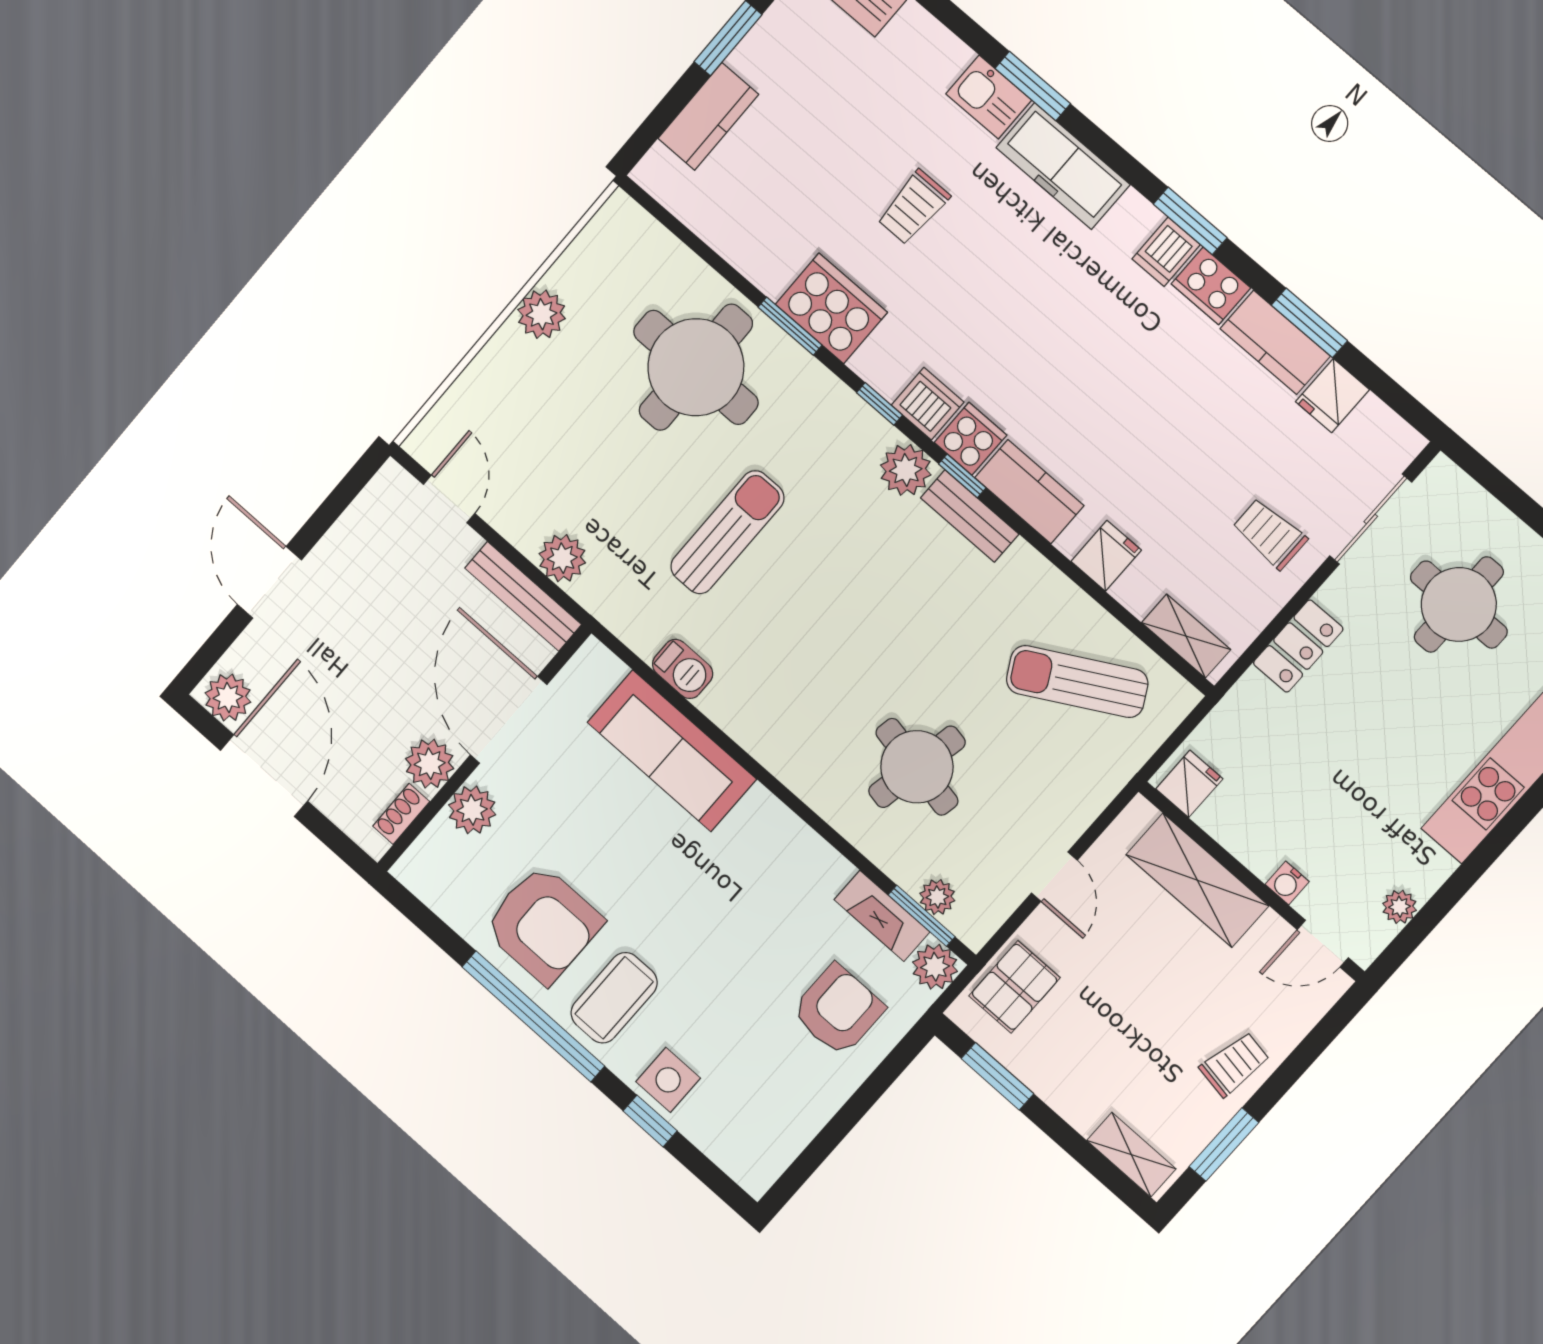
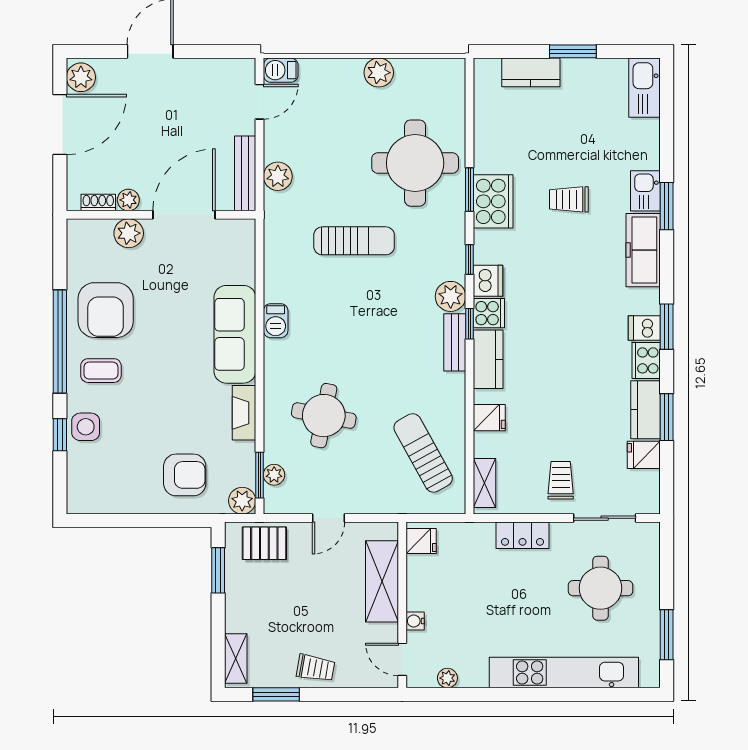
barbecue: (432, 437) -> (281, 70), added
barbecue: (683, 669) -> (276, 321), moved
sofa: (672, 751) -> (235, 334), moved
plant: (430, 764) -> (128, 200), width x0.73, depth x0.73
fireplace: (882, 916) -> (244, 413), moved
coffee table: (614, 998) -> (101, 371), width x0.73, depth x0.77

